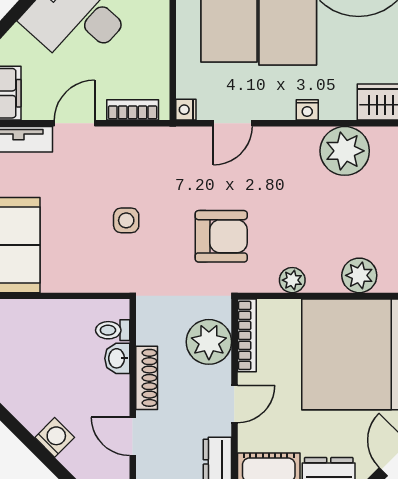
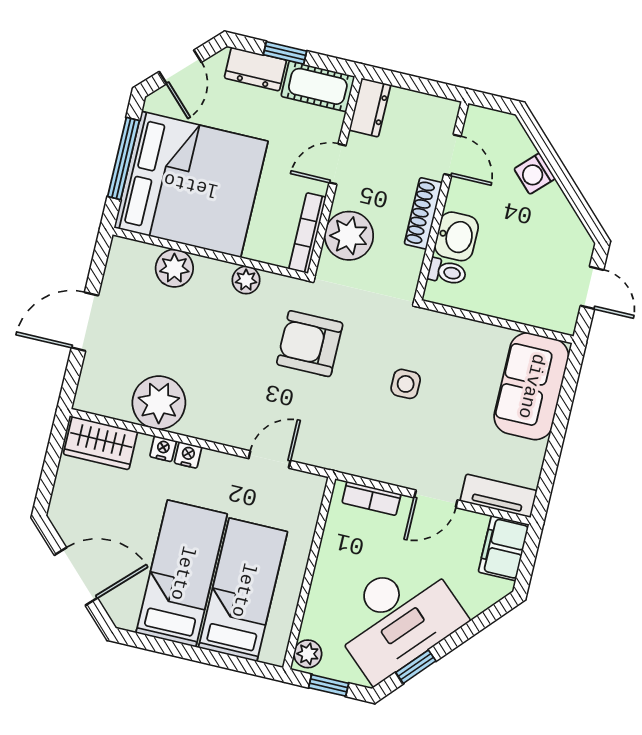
nightstand: (186, 110) -> (163, 449), moved, turned -90
washbasin: (117, 358) -> (456, 236), width x1.38, depth x1.45

